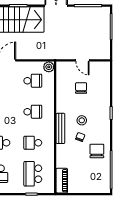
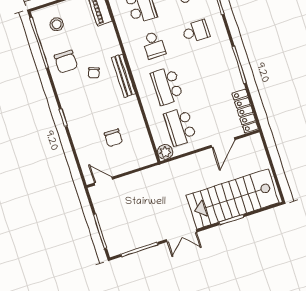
door: (82, 60) -> (103, 181), moved
school desk: (33, 81) -> (180, 127), width x1.85
school desk: (33, 112) -> (167, 86), width x1.85
stool: (82, 120) -> (57, 24), moved
school desk: (33, 143) -> (154, 45), turned 90

